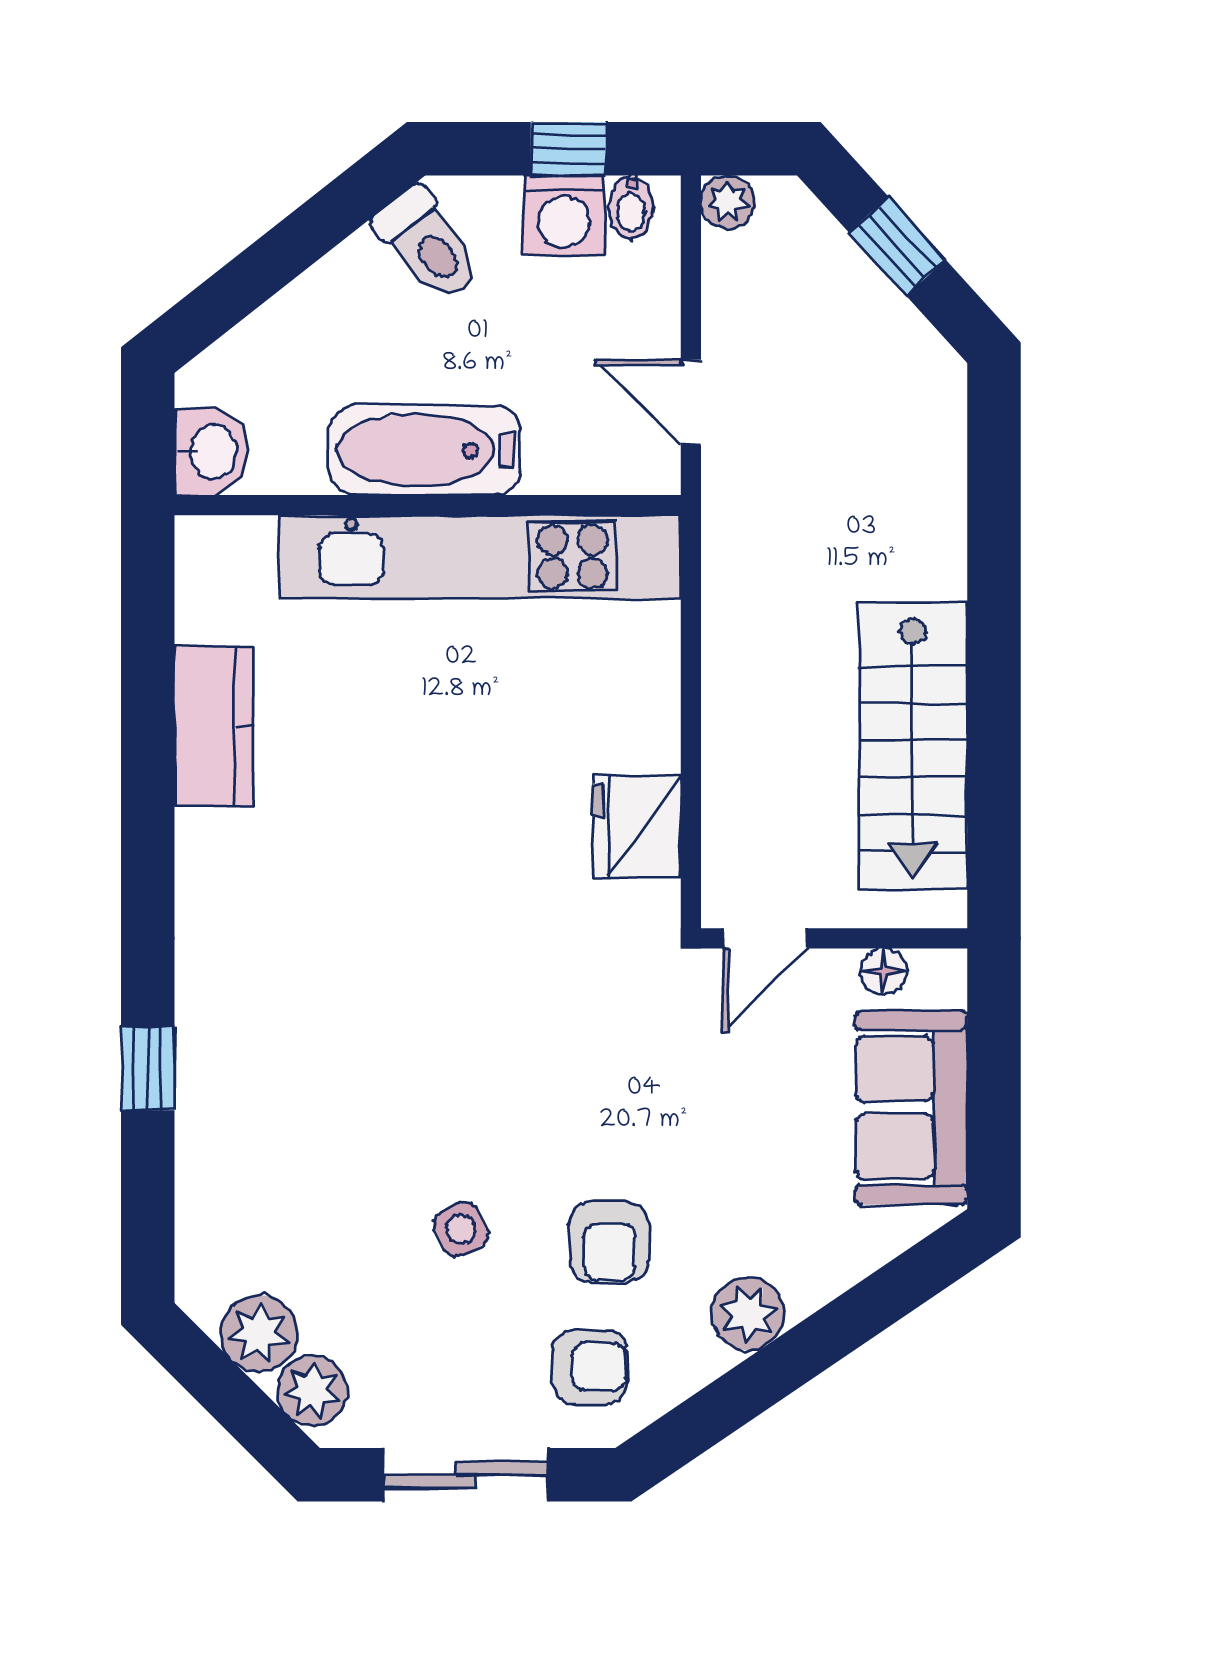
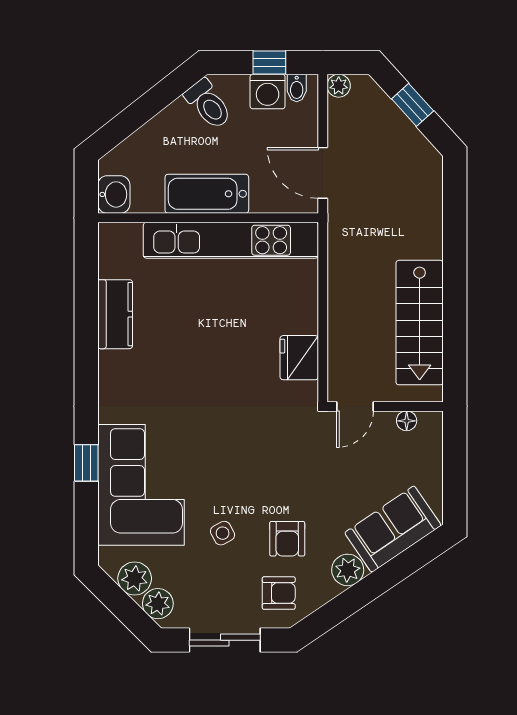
door: (691, 402) -> (323, 173), width x1.38
sofa: (911, 1108) -> (393, 529), moved, turned 56
corner sofa: (273, 1118) -> (141, 485), added

